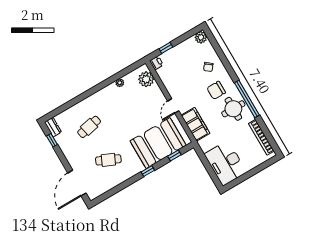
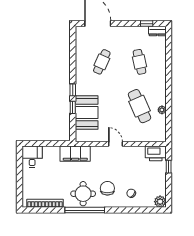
printer: (156, 63) -> (156, 153), width x1.87, depth x1.48
plant: (146, 79) -> (152, 134), removed
cafe table: (128, 104) -> (140, 106), added
filing cabinet: (195, 124) -> (75, 154), moved
booth: (158, 143) -> (87, 112), width x0.73, depth x0.70
window: (174, 155) -> (73, 107), moved
desk: (225, 163) -> (32, 157), width x0.53, depth x0.77

